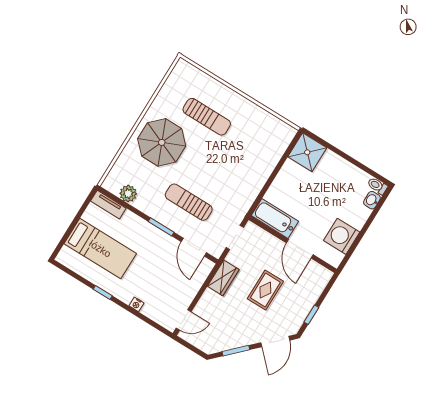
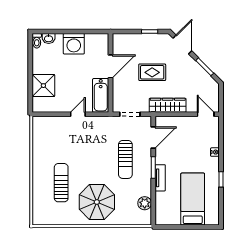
shower: (307, 152) -> (43, 86), moved
door: (270, 181) -> (78, 114), added
tv unit: (108, 205) -> (160, 178), moved
washing machine: (342, 236) -> (74, 44), moved
wardrobe: (223, 278) -> (168, 105), width x1.50
door: (275, 341) -> (182, 44), hinge flipped

